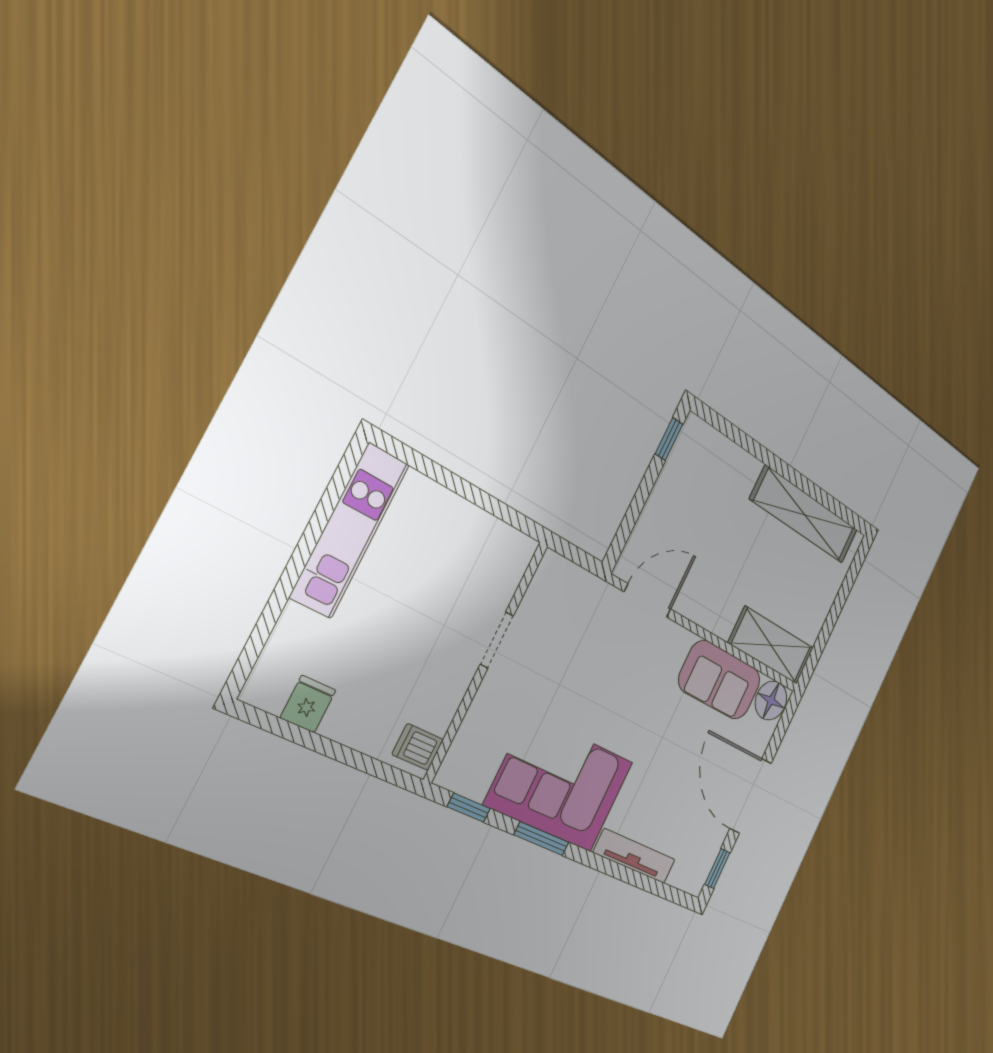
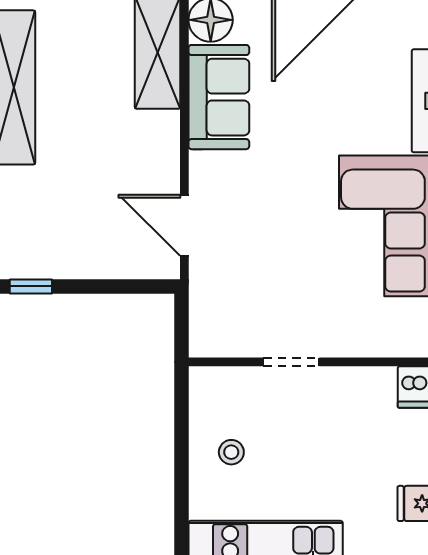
stool: (449, 542) -> (231, 452), added

